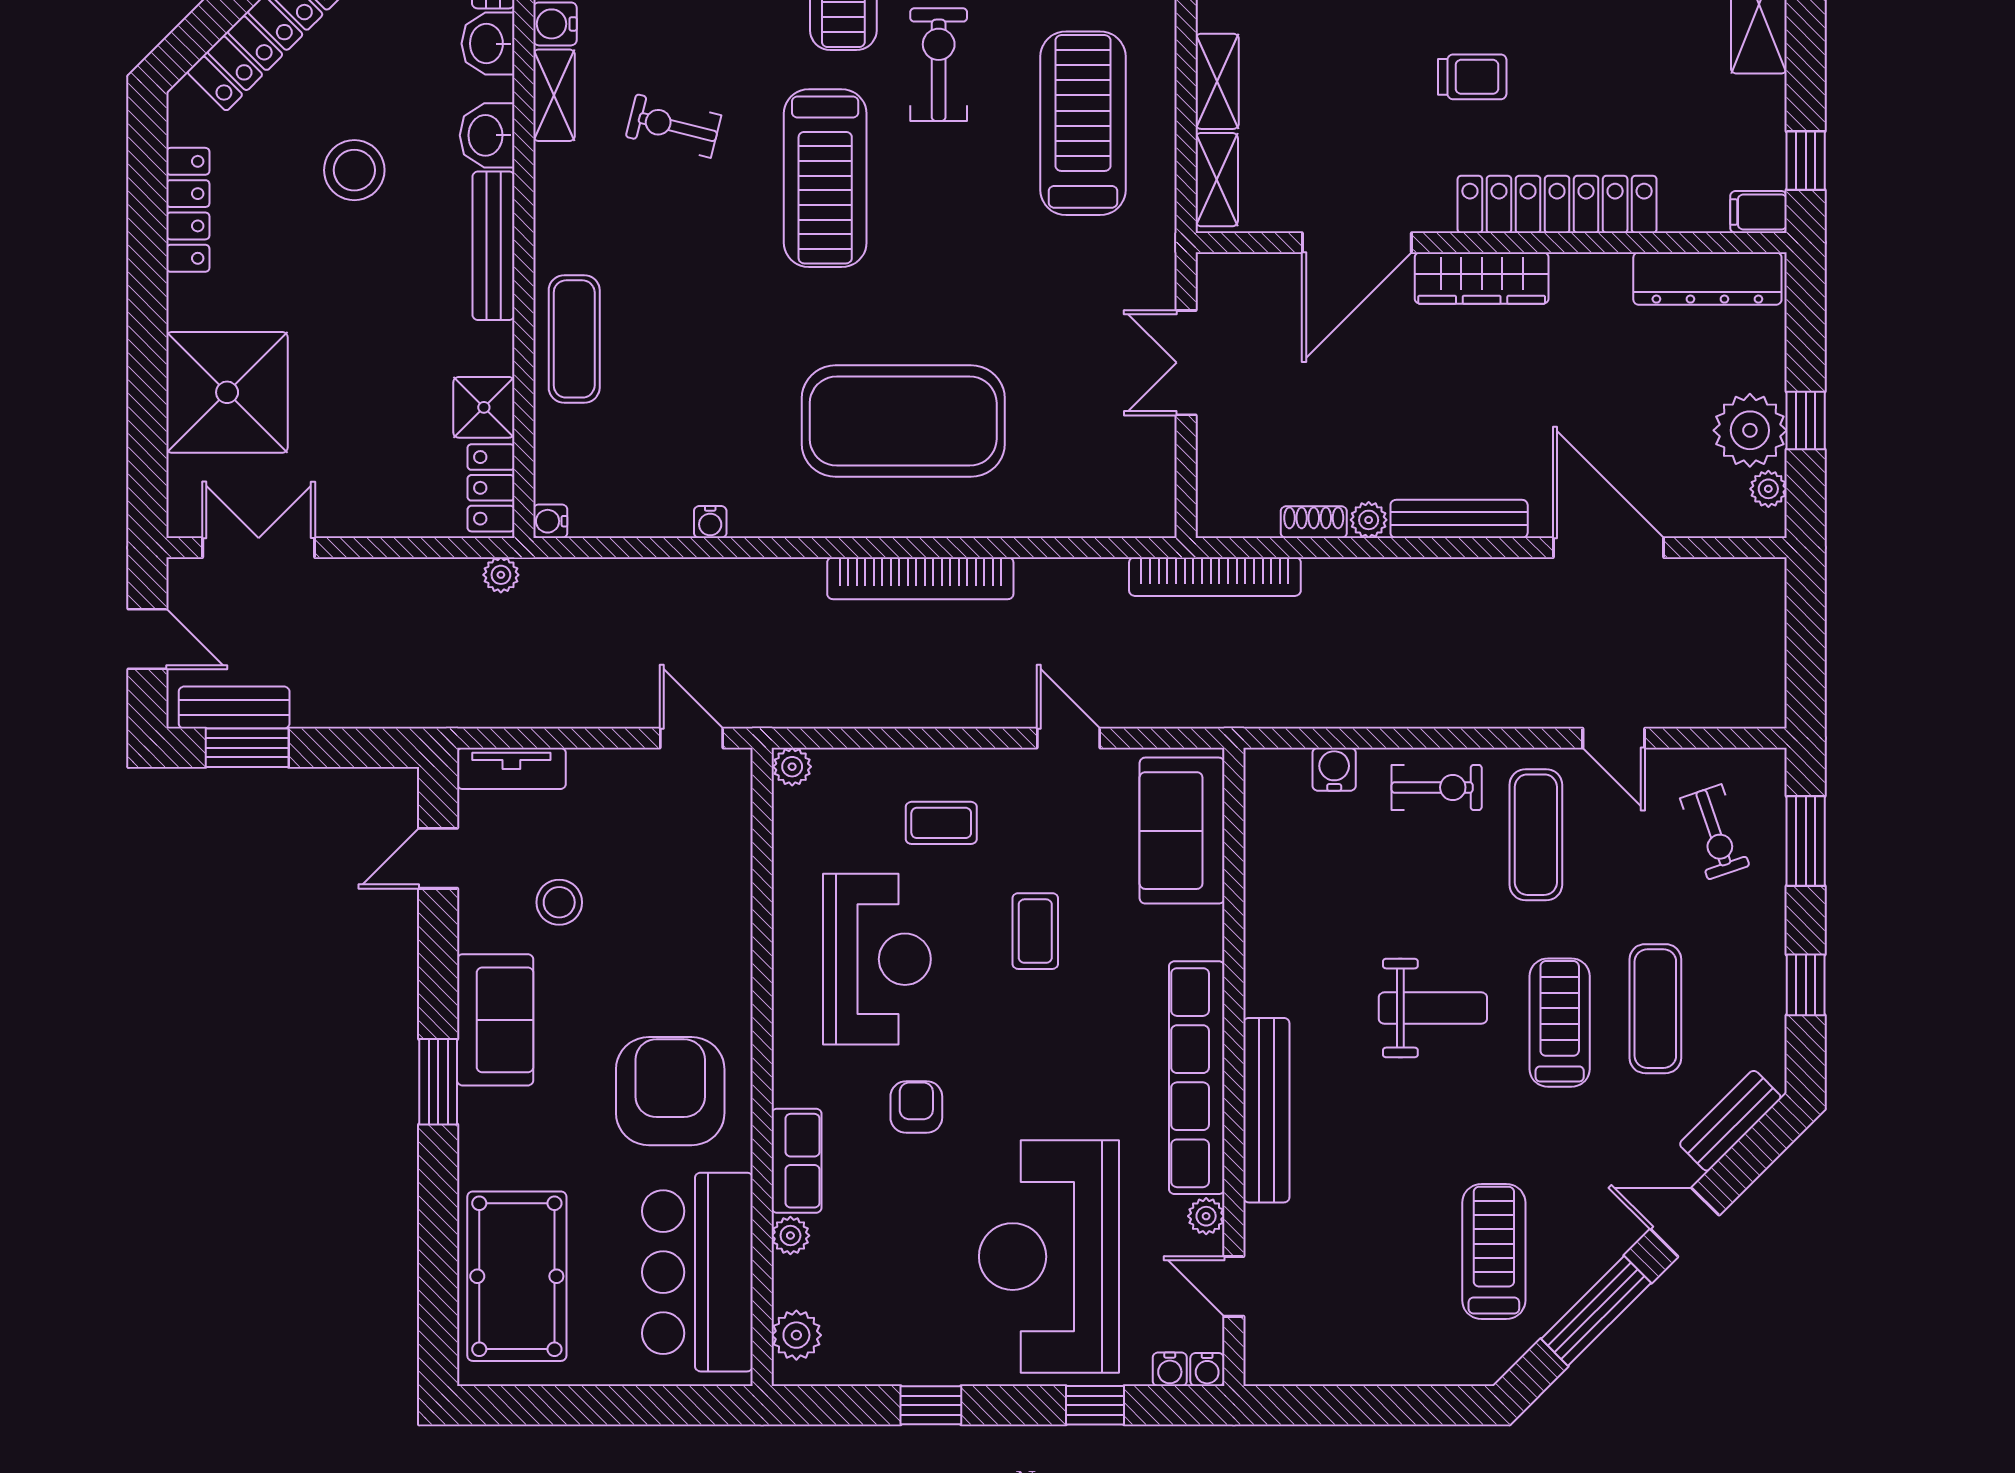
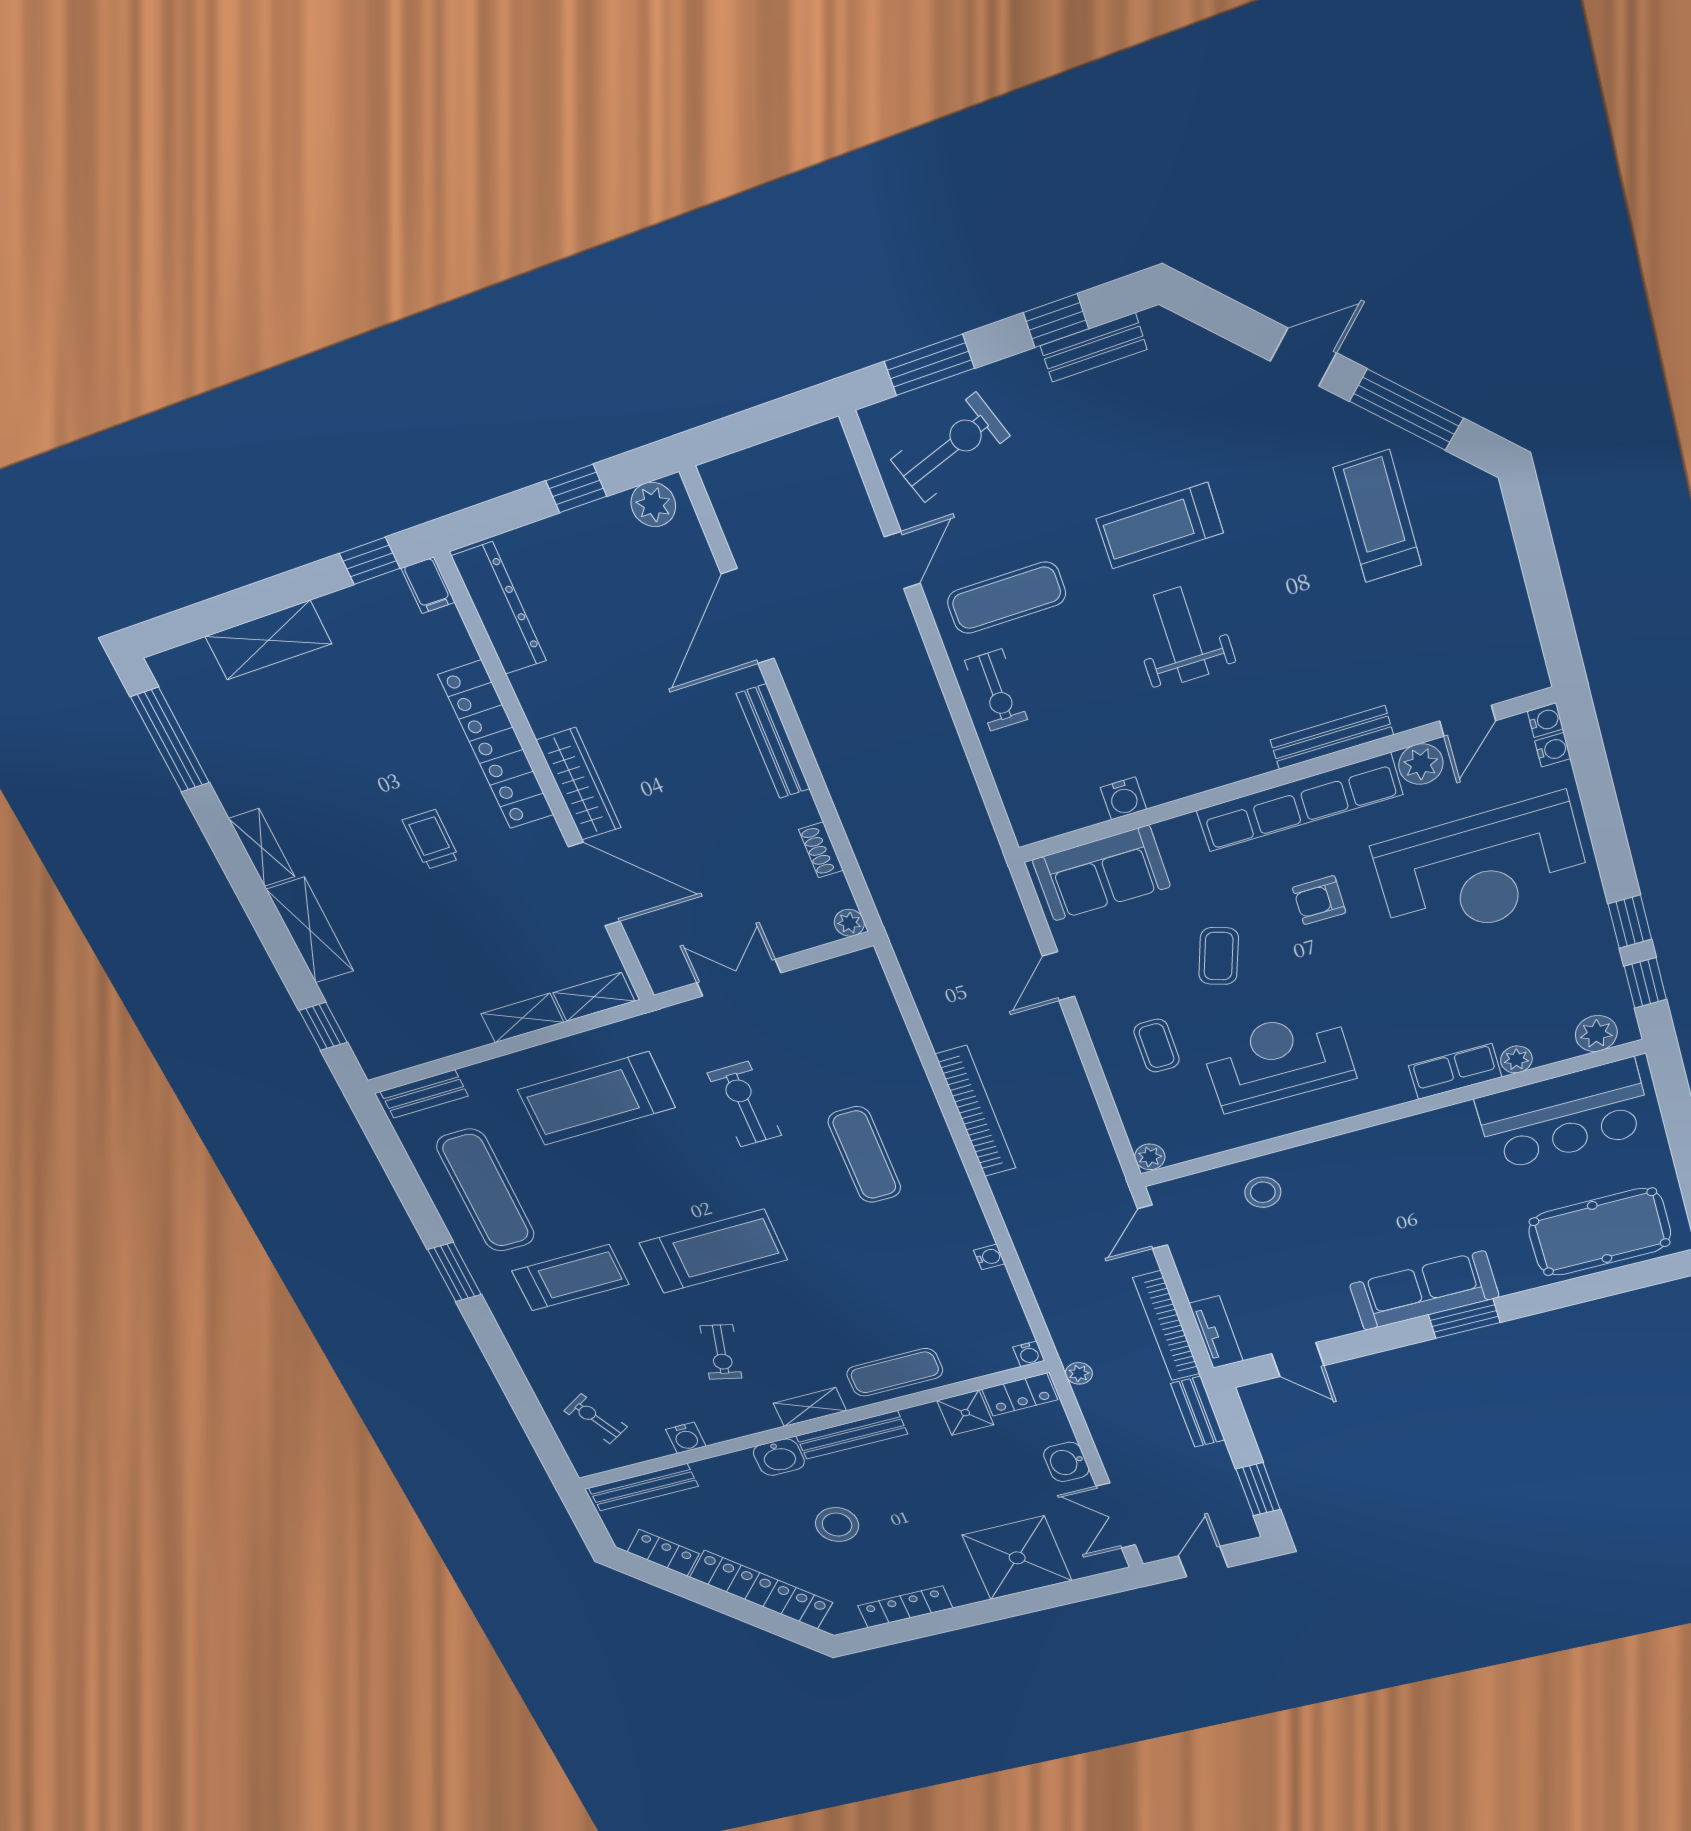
washbasin: (488, 44) -> (1066, 1462), moved, turned 90
exercise bike: (939, 65) -> (744, 1104), moved, turned 90
shelving: (554, 95) -> (810, 1407), moved
double door: (1186, 363) -> (739, 978), swing flipped
exercise mat: (903, 421) -> (864, 1155), width x0.50, depth x0.69
plant: (1750, 430) -> (604, 532), removed
plant: (1768, 489) -> (653, 504), width x1.38, depth x1.38
plant: (1369, 520) -> (849, 923), moved
bookcase: (1215, 577) -> (1166, 1326), moved, turned 180
bench: (234, 708) -> (1198, 1412), moved
water cooler: (1334, 769) -> (1123, 798), moved, turned -90
exercise bike: (1437, 787) -> (996, 690), turned 180
exercise bike: (1715, 832) -> (950, 448), width x1.38, depth x1.39
stool: (559, 902) -> (1263, 1192), moved
coffee table: (1035, 931) -> (1219, 956), turned -71
exercise mat: (1655, 1009) -> (1121, 448), removed
sofa: (495, 1020) -> (1424, 1291), width x1.36
armchair: (670, 1091) -> (1426, 1170), removed
armchair: (916, 1107) -> (1319, 900), moved
bench: (1266, 1110) -> (1332, 737), width x0.73, depth x0.82
bench: (1730, 1121) -> (1094, 348), moved, turned -45
plant: (1206, 1216) -> (1421, 764), width x1.38, depth x1.38
door: (1685, 1222) -> (1303, 357), swing flipped
treadmill: (1494, 1252) -> (1378, 516), turned 90
window: (1095, 1405) -> (1645, 983), moved

